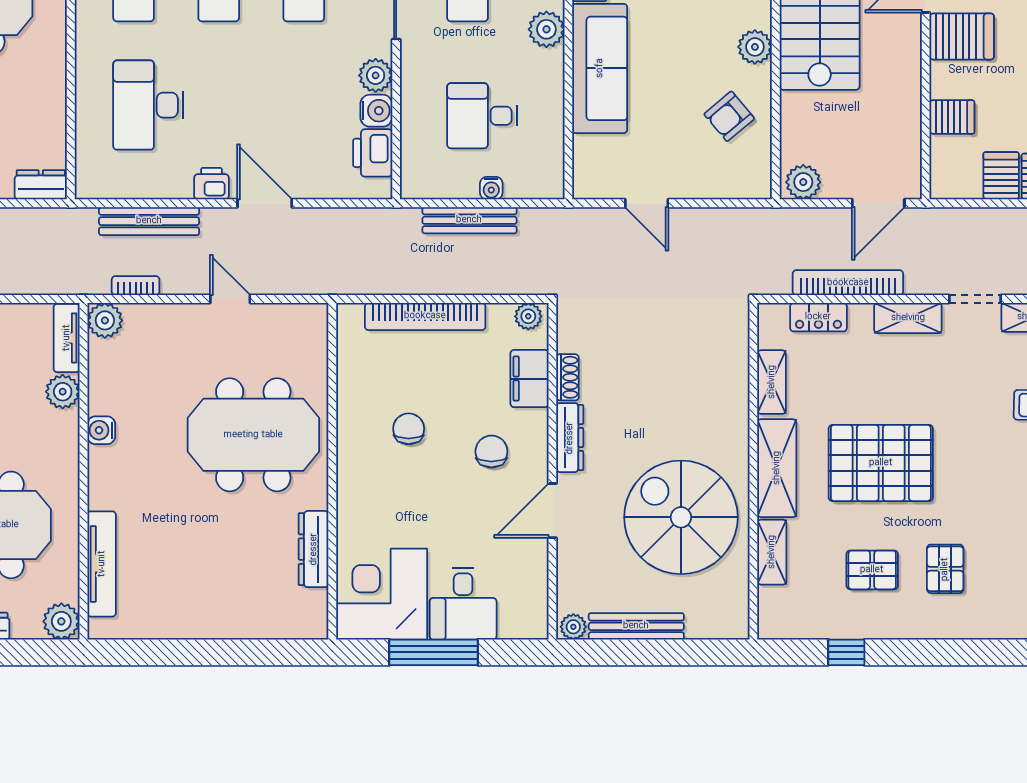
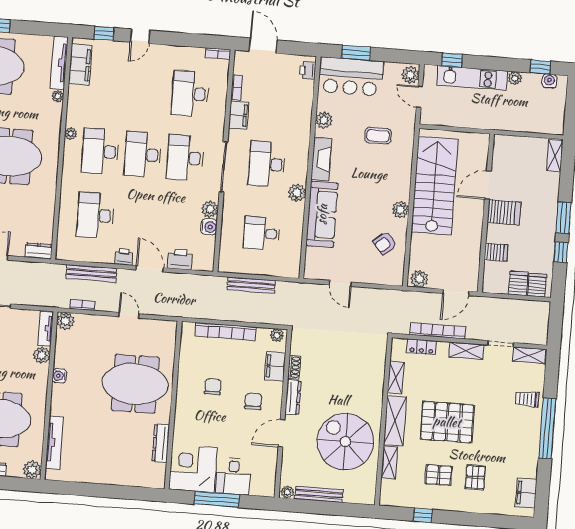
printer: (373, 153) -> (180, 259), moved, turned 90
water cooler: (491, 188) -> (263, 270), removed

